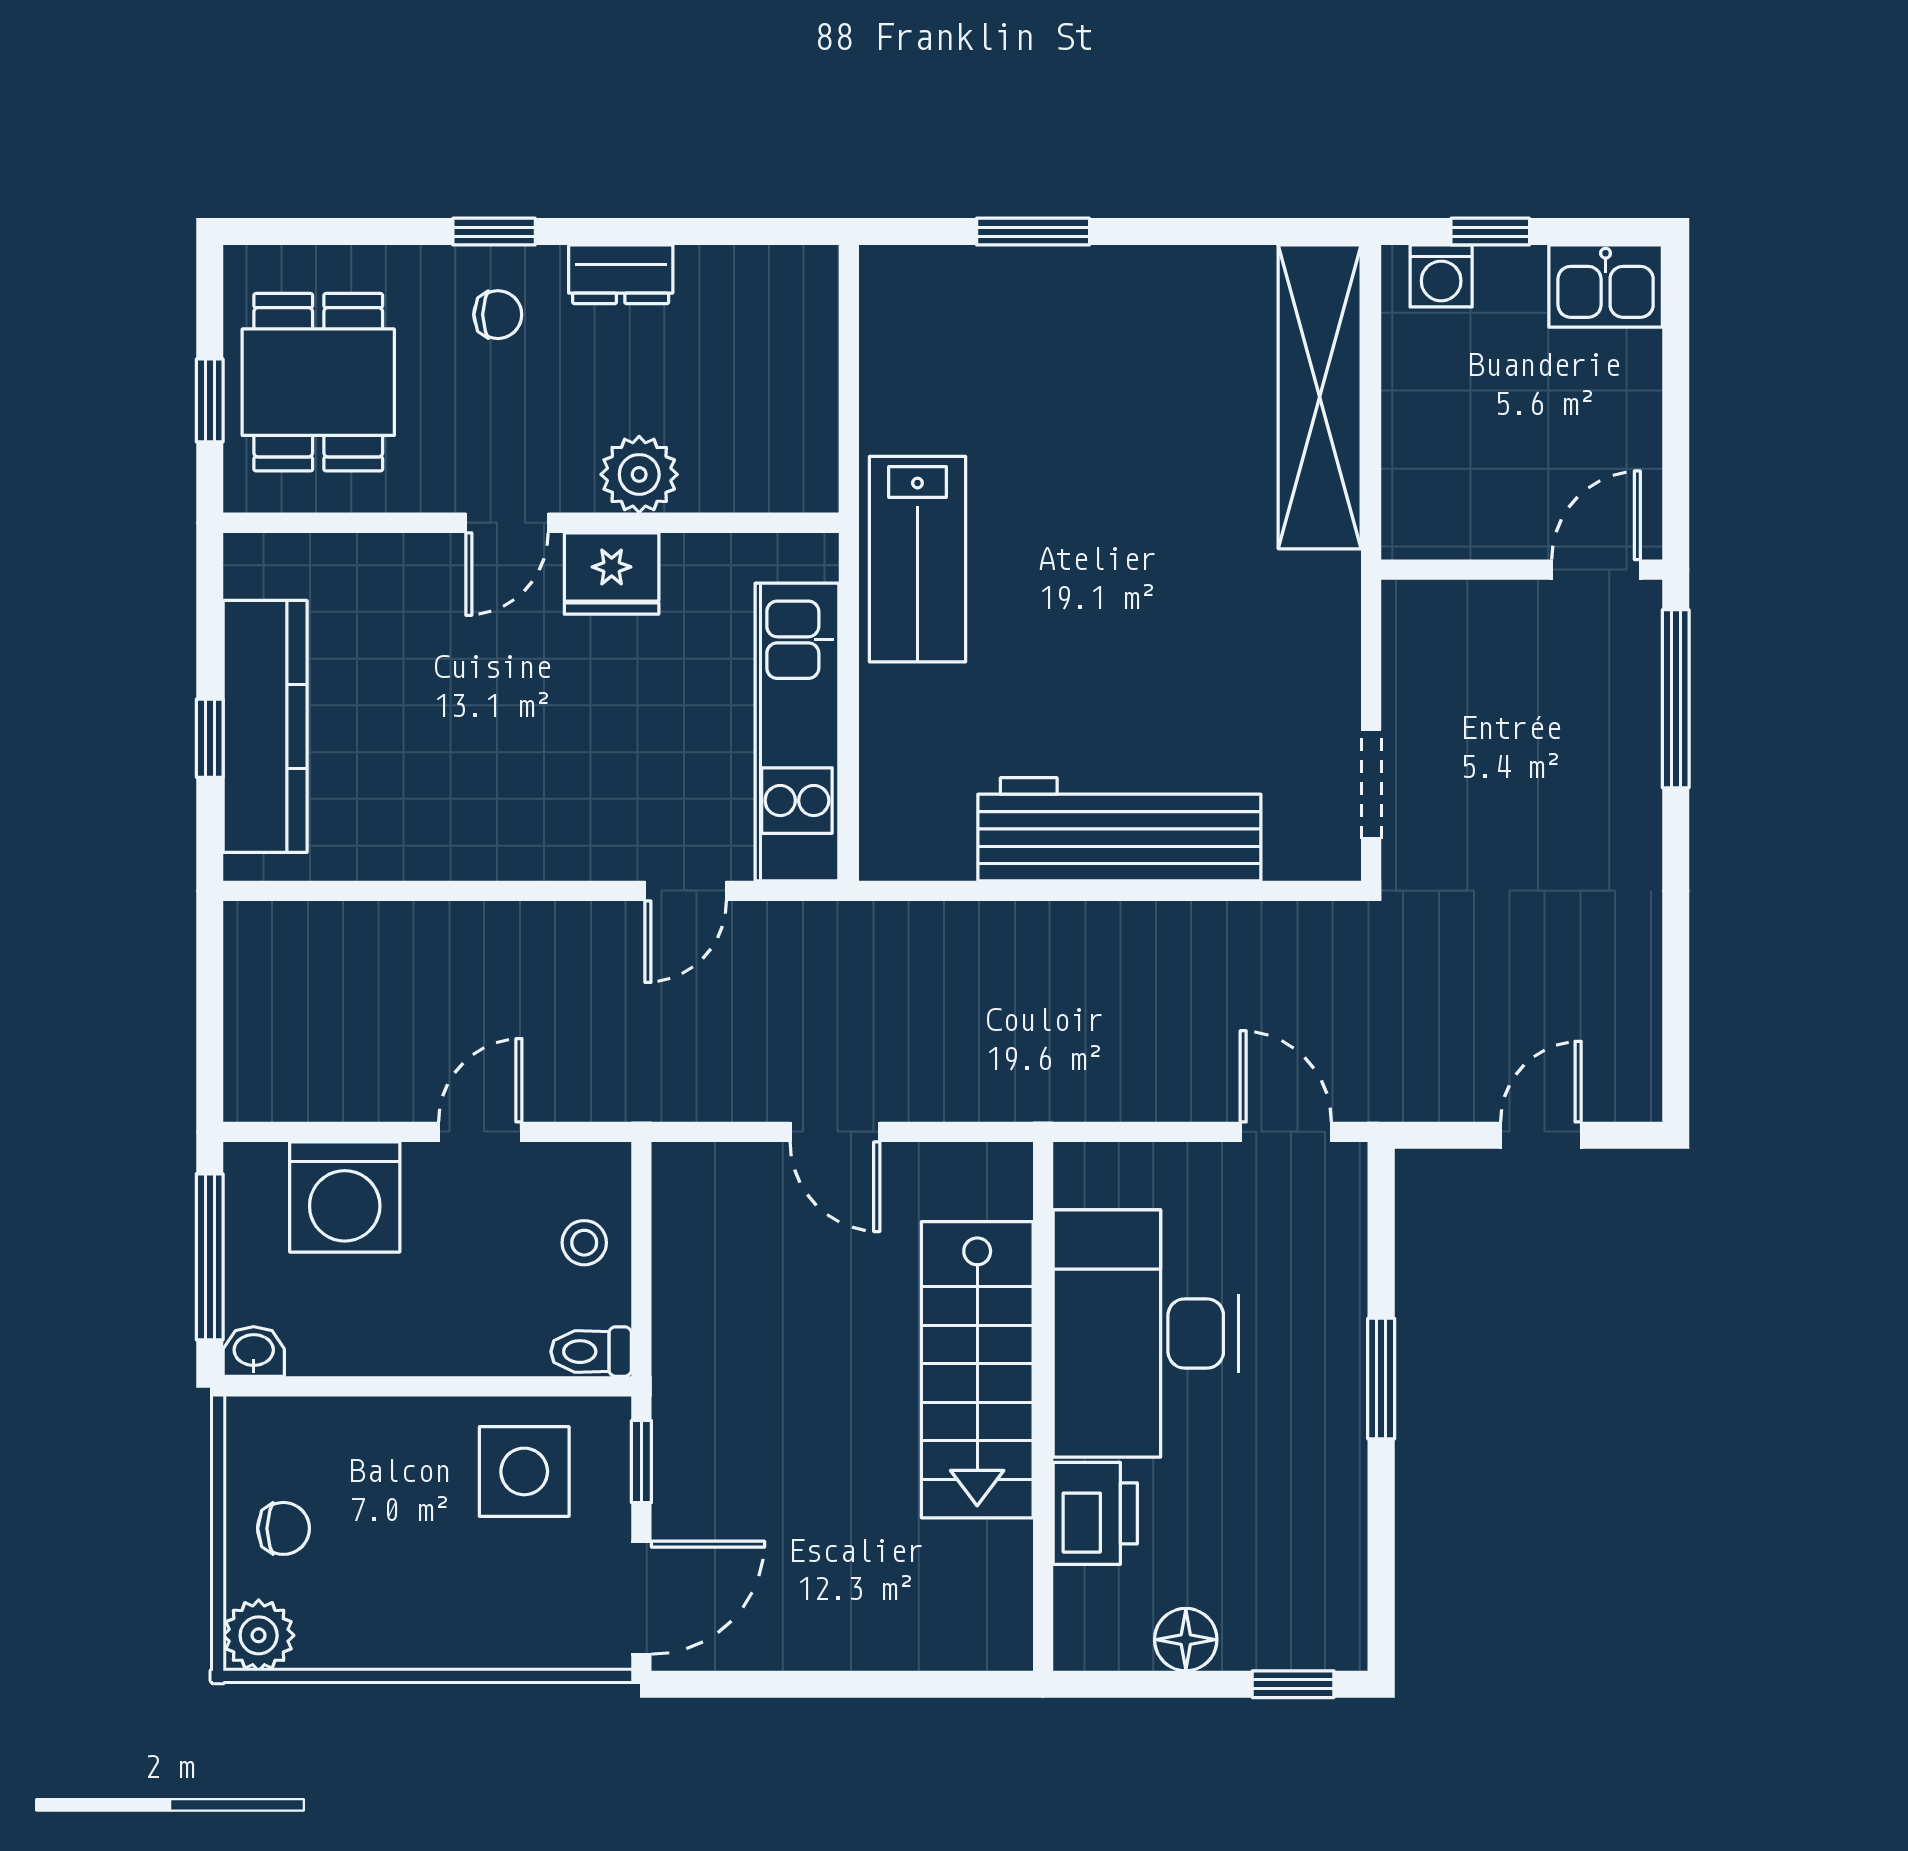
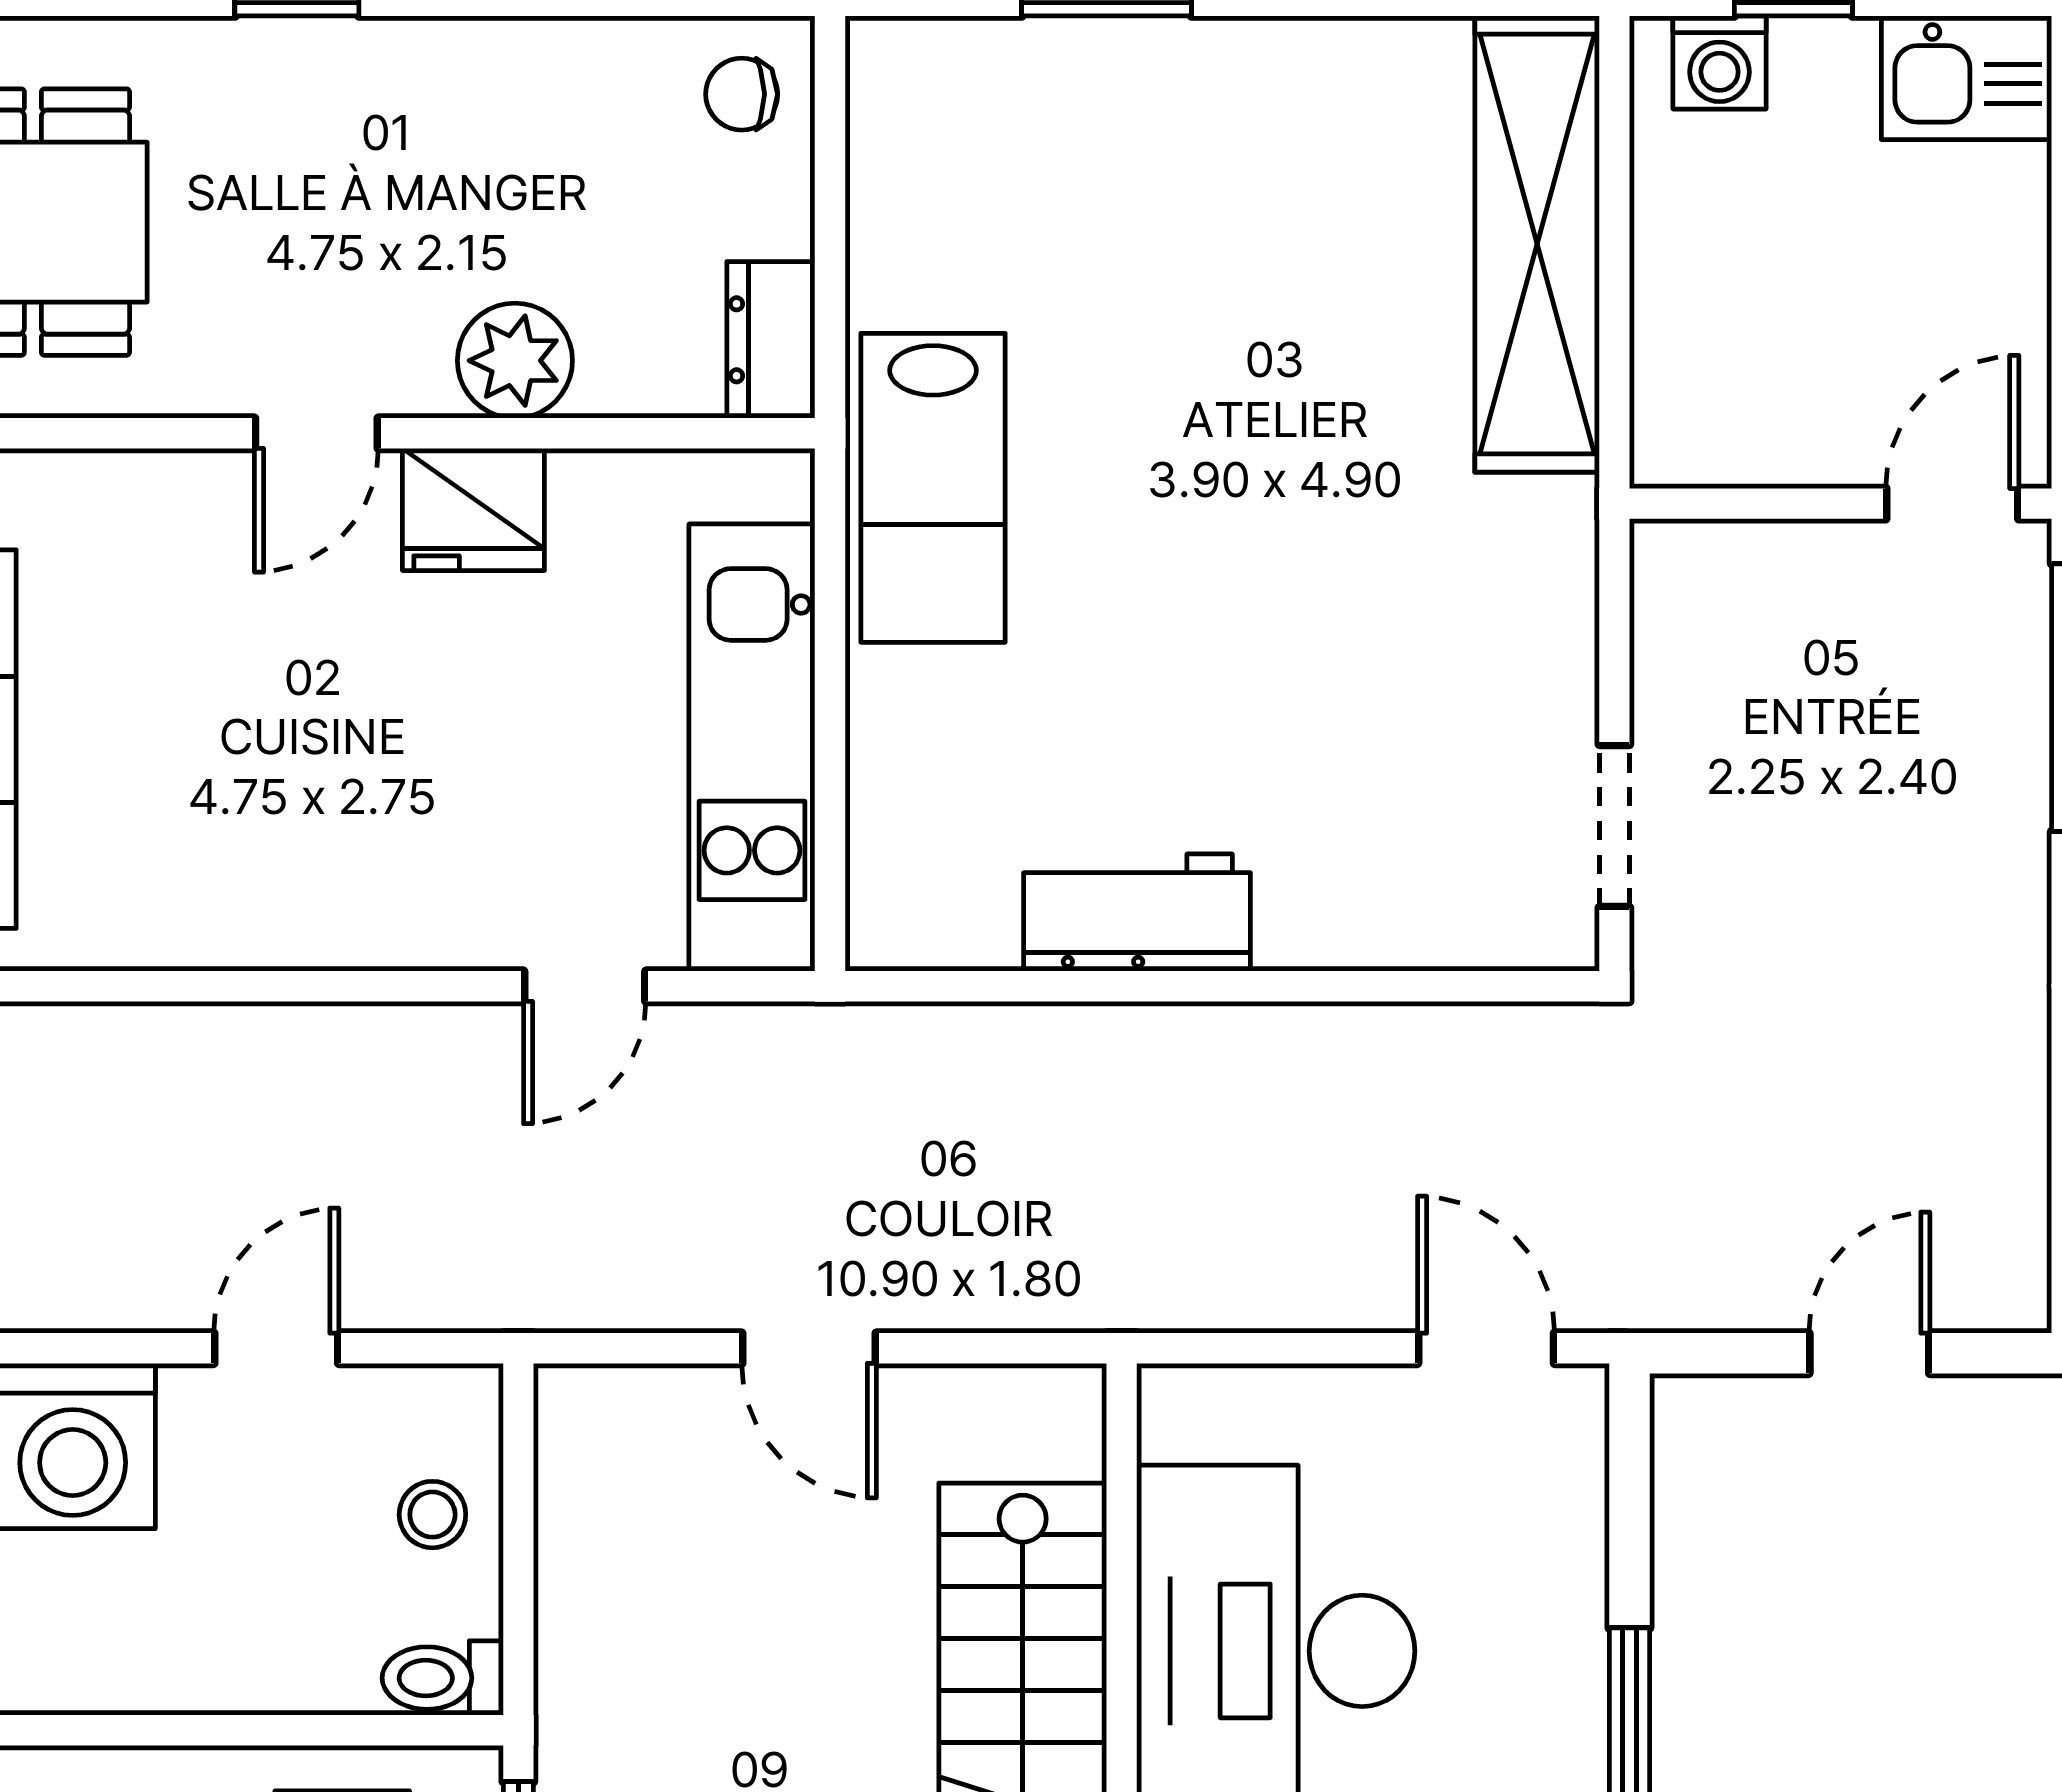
dresser: (621, 274) -> (771, 340), moved, turned 90
chair: (498, 315) -> (742, 94), moved, turned 180
workbench: (1119, 829) -> (1137, 913), width x0.53, depth x0.76

